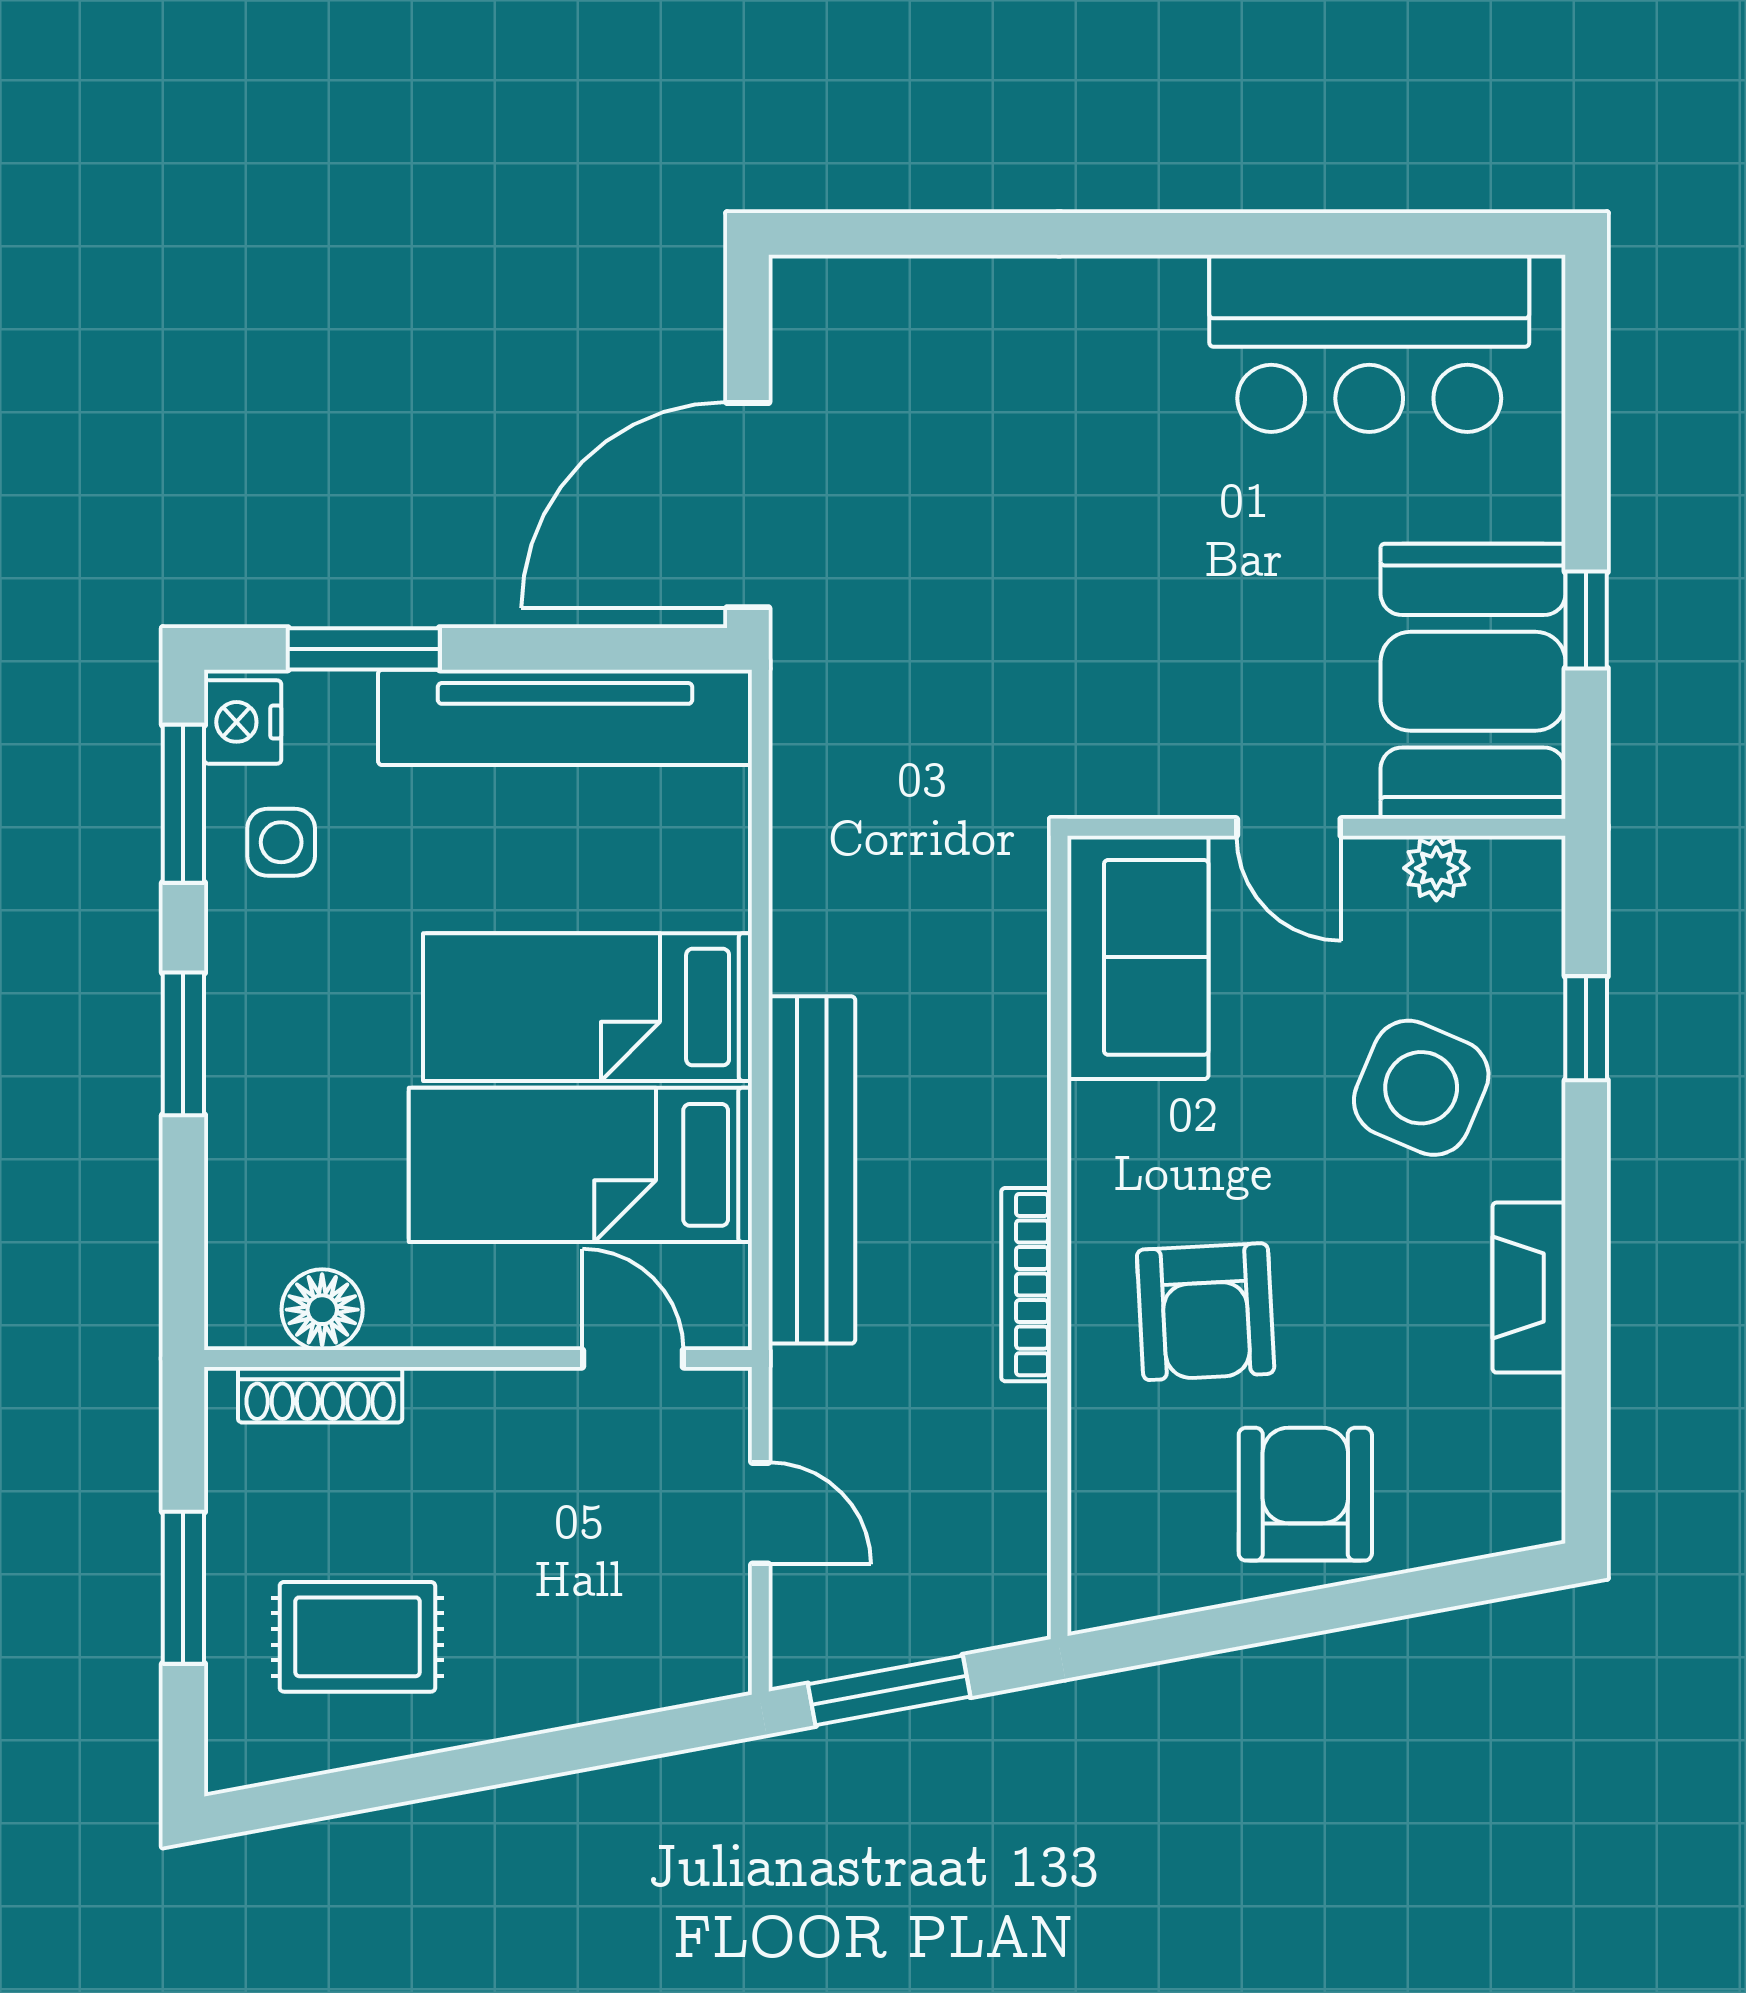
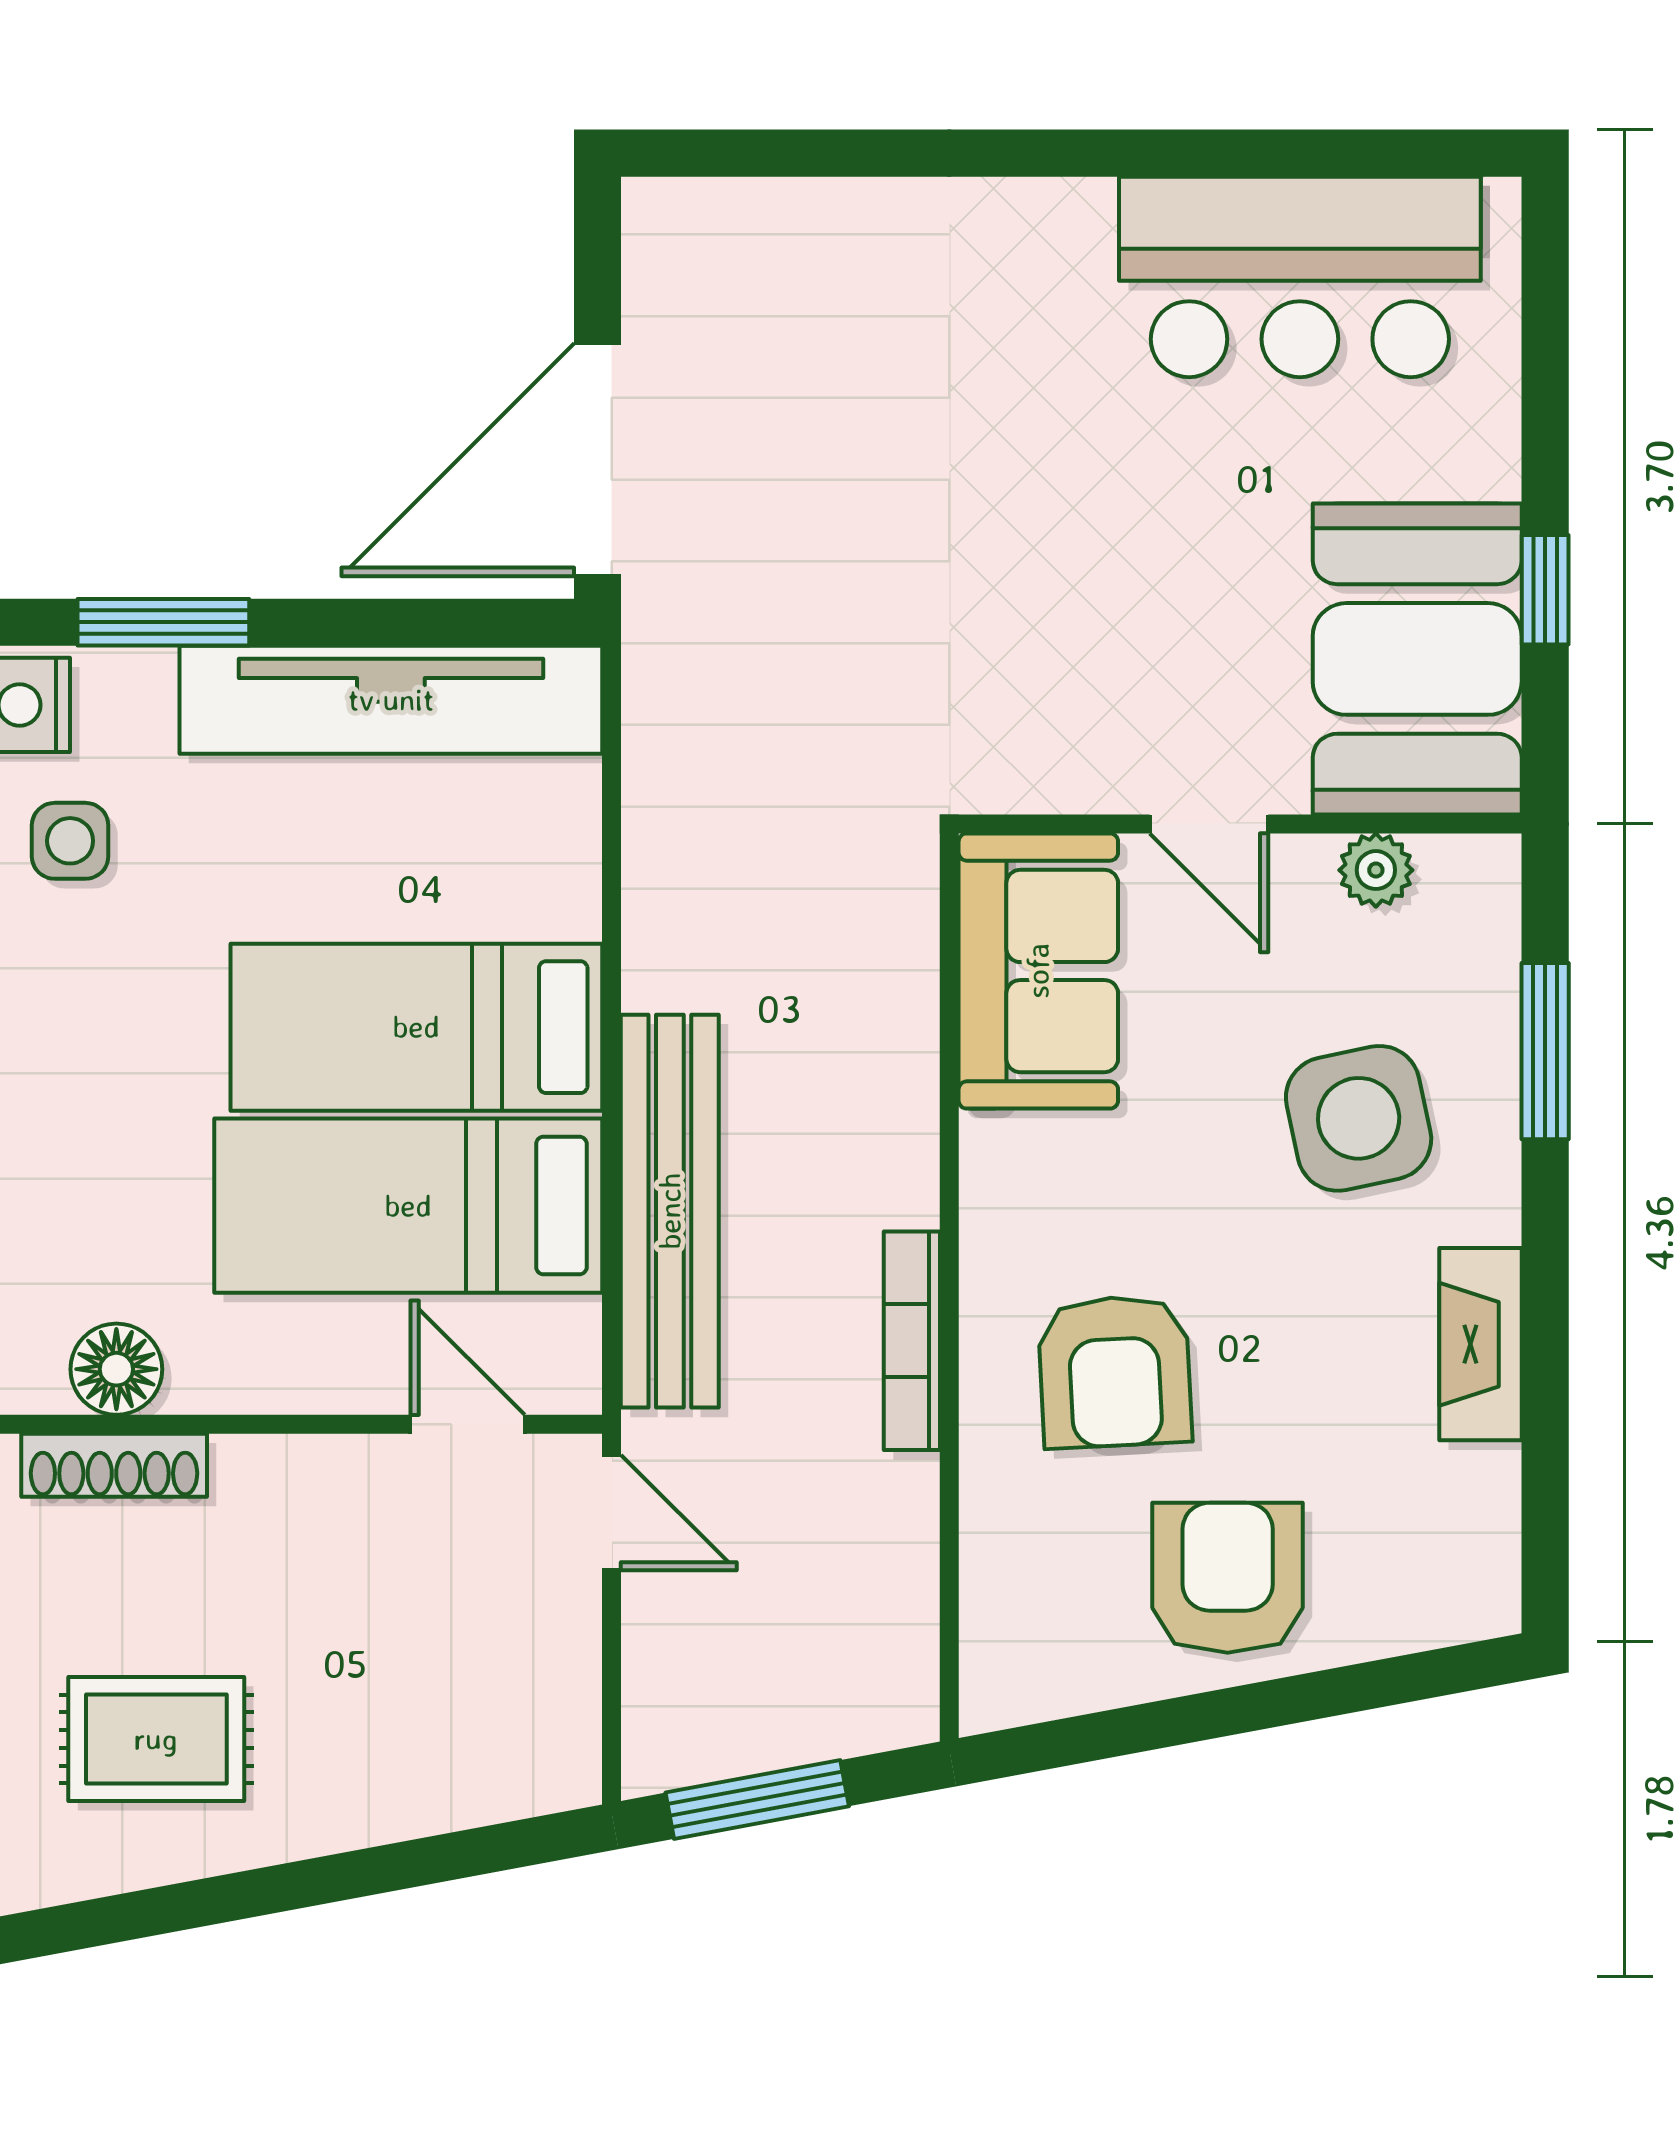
window: (1586, 1028) -> (1545, 1051), width x1.50
side table: (1421, 1088) -> (1359, 1118), turned -35
door: (760, 1513) -> (612, 1513), moved

